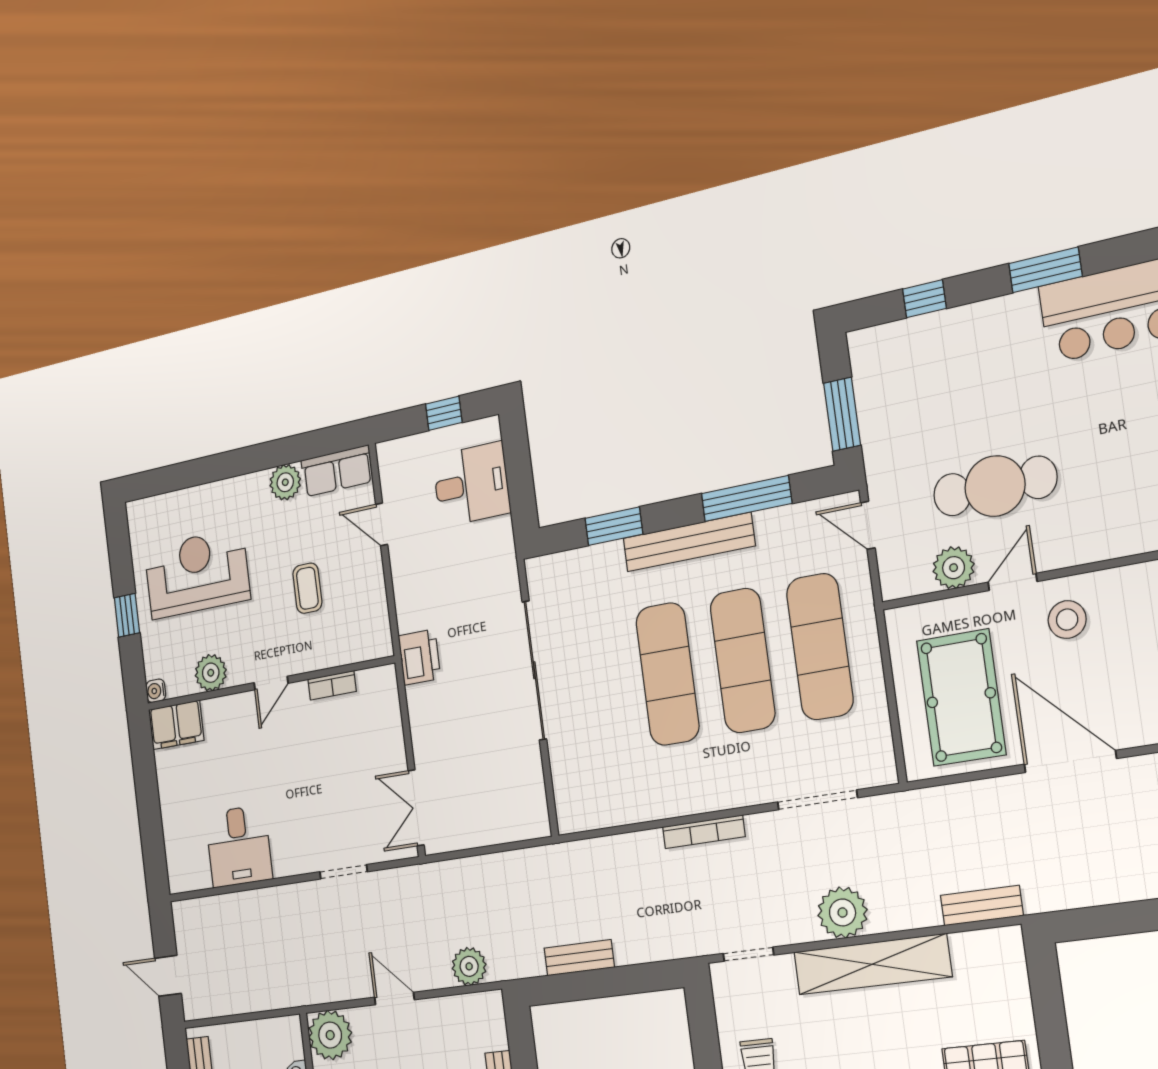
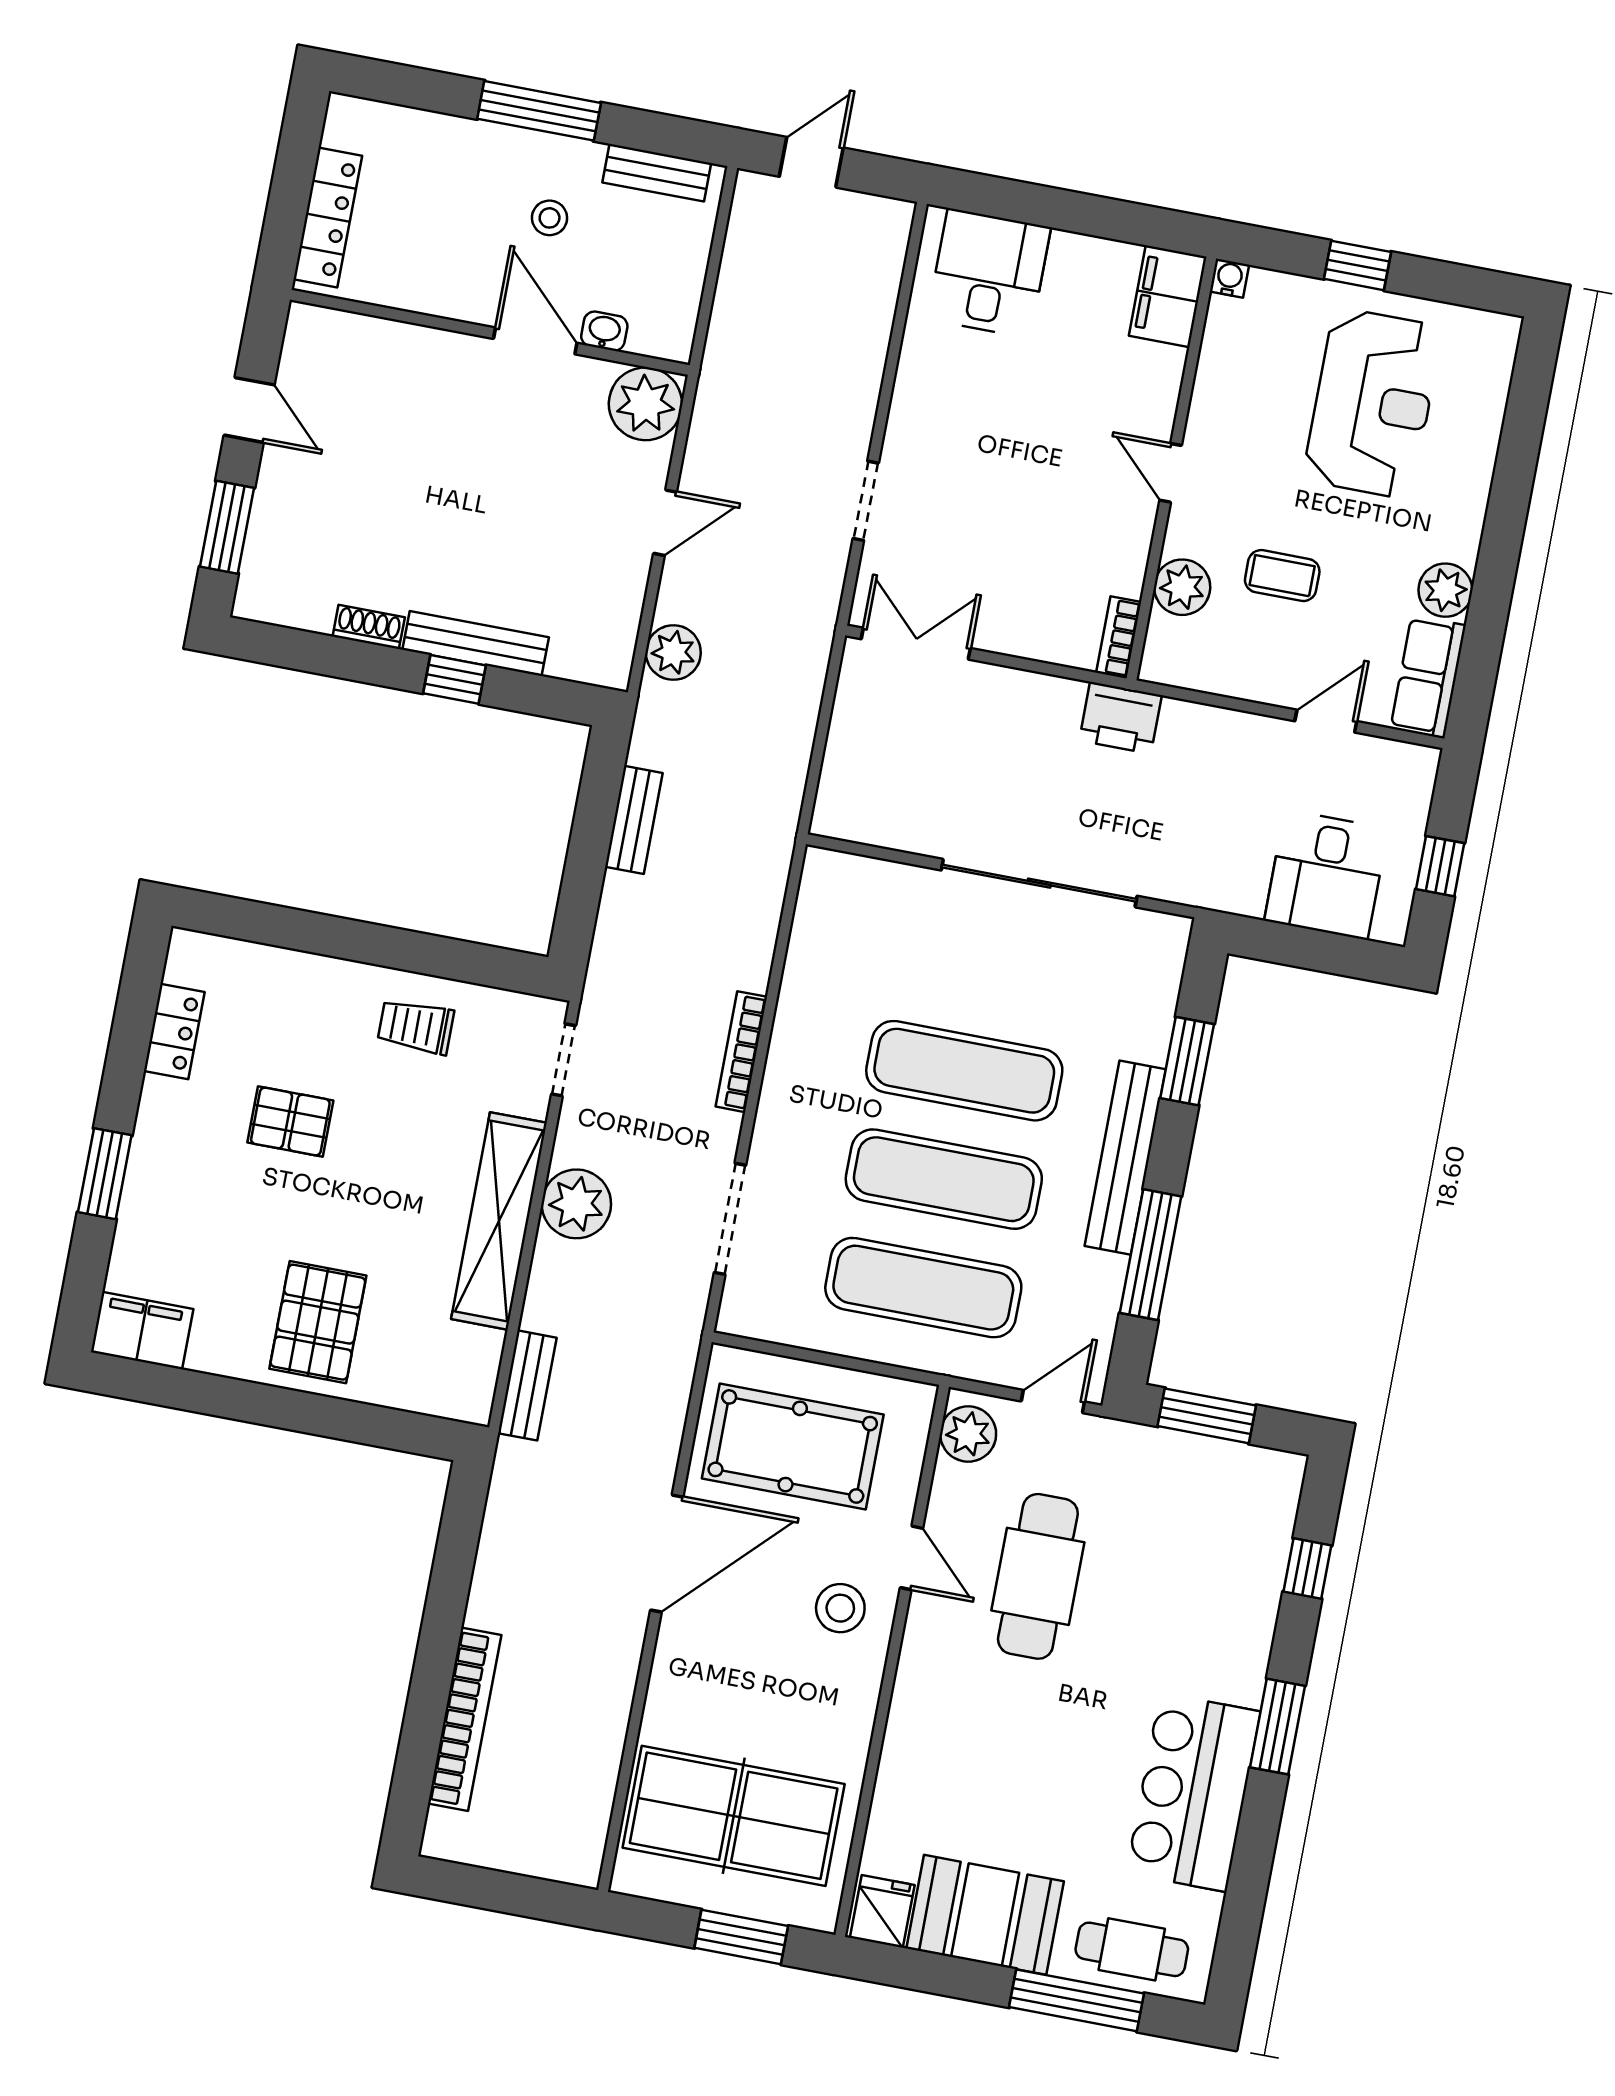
plant: (954, 568) -> (968, 1434), moved
plant: (211, 673) -> (1182, 587), moved
bookcase: (332, 685) -> (1119, 637), moved
desk: (239, 846) -> (989, 273), moved, turned 90

